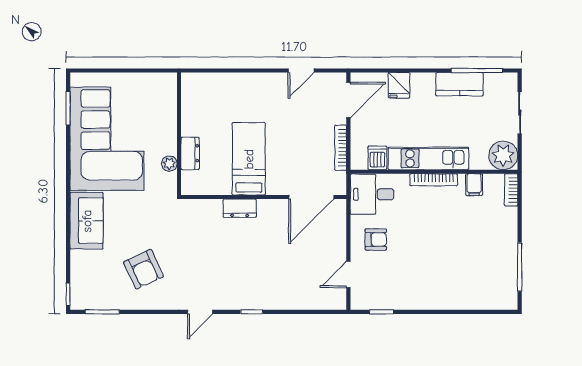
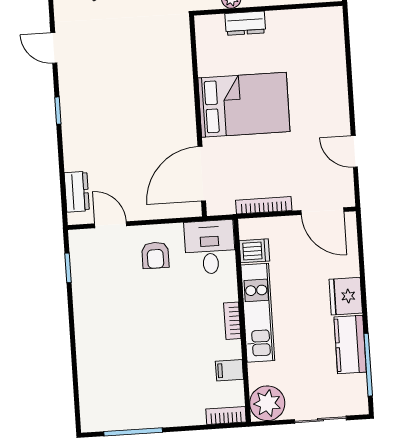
fridge: (399, 85) -> (346, 296), moved, width x1.38
bed: (249, 159) -> (244, 105), width x1.50
bookcase: (434, 180) -> (232, 321), width x0.64
door: (311, 197) -> (202, 174), hinge flipped
dresser: (240, 208) -> (77, 192), moved, turned 180

